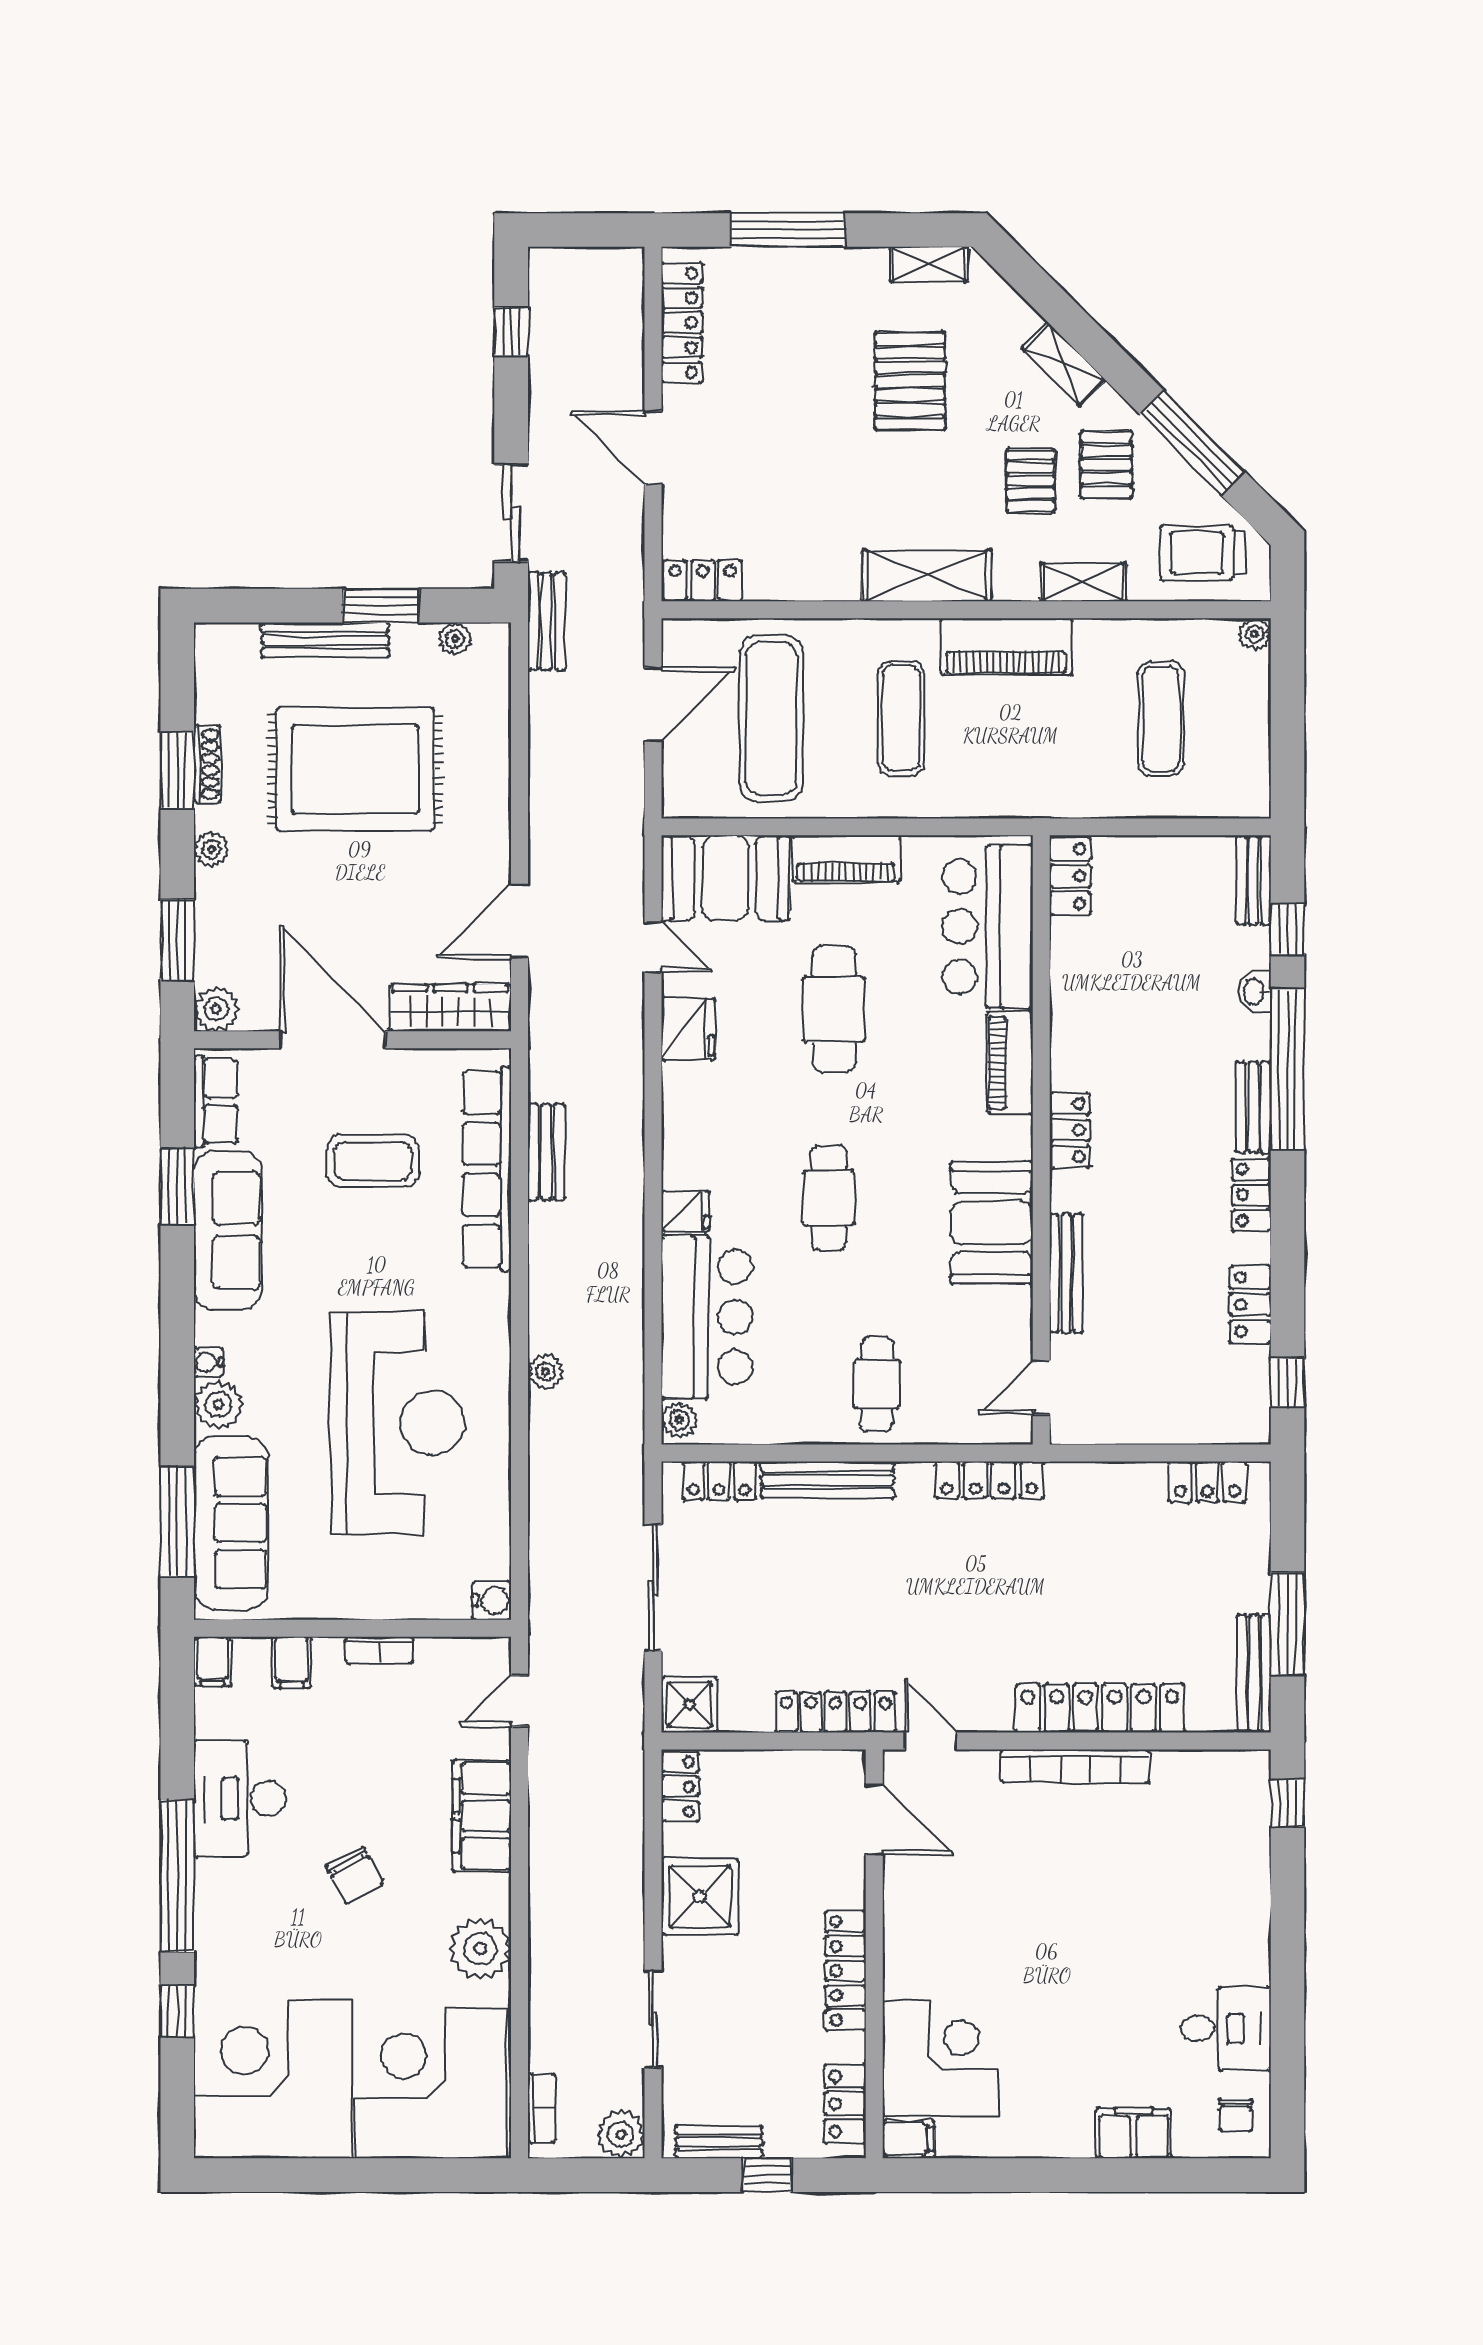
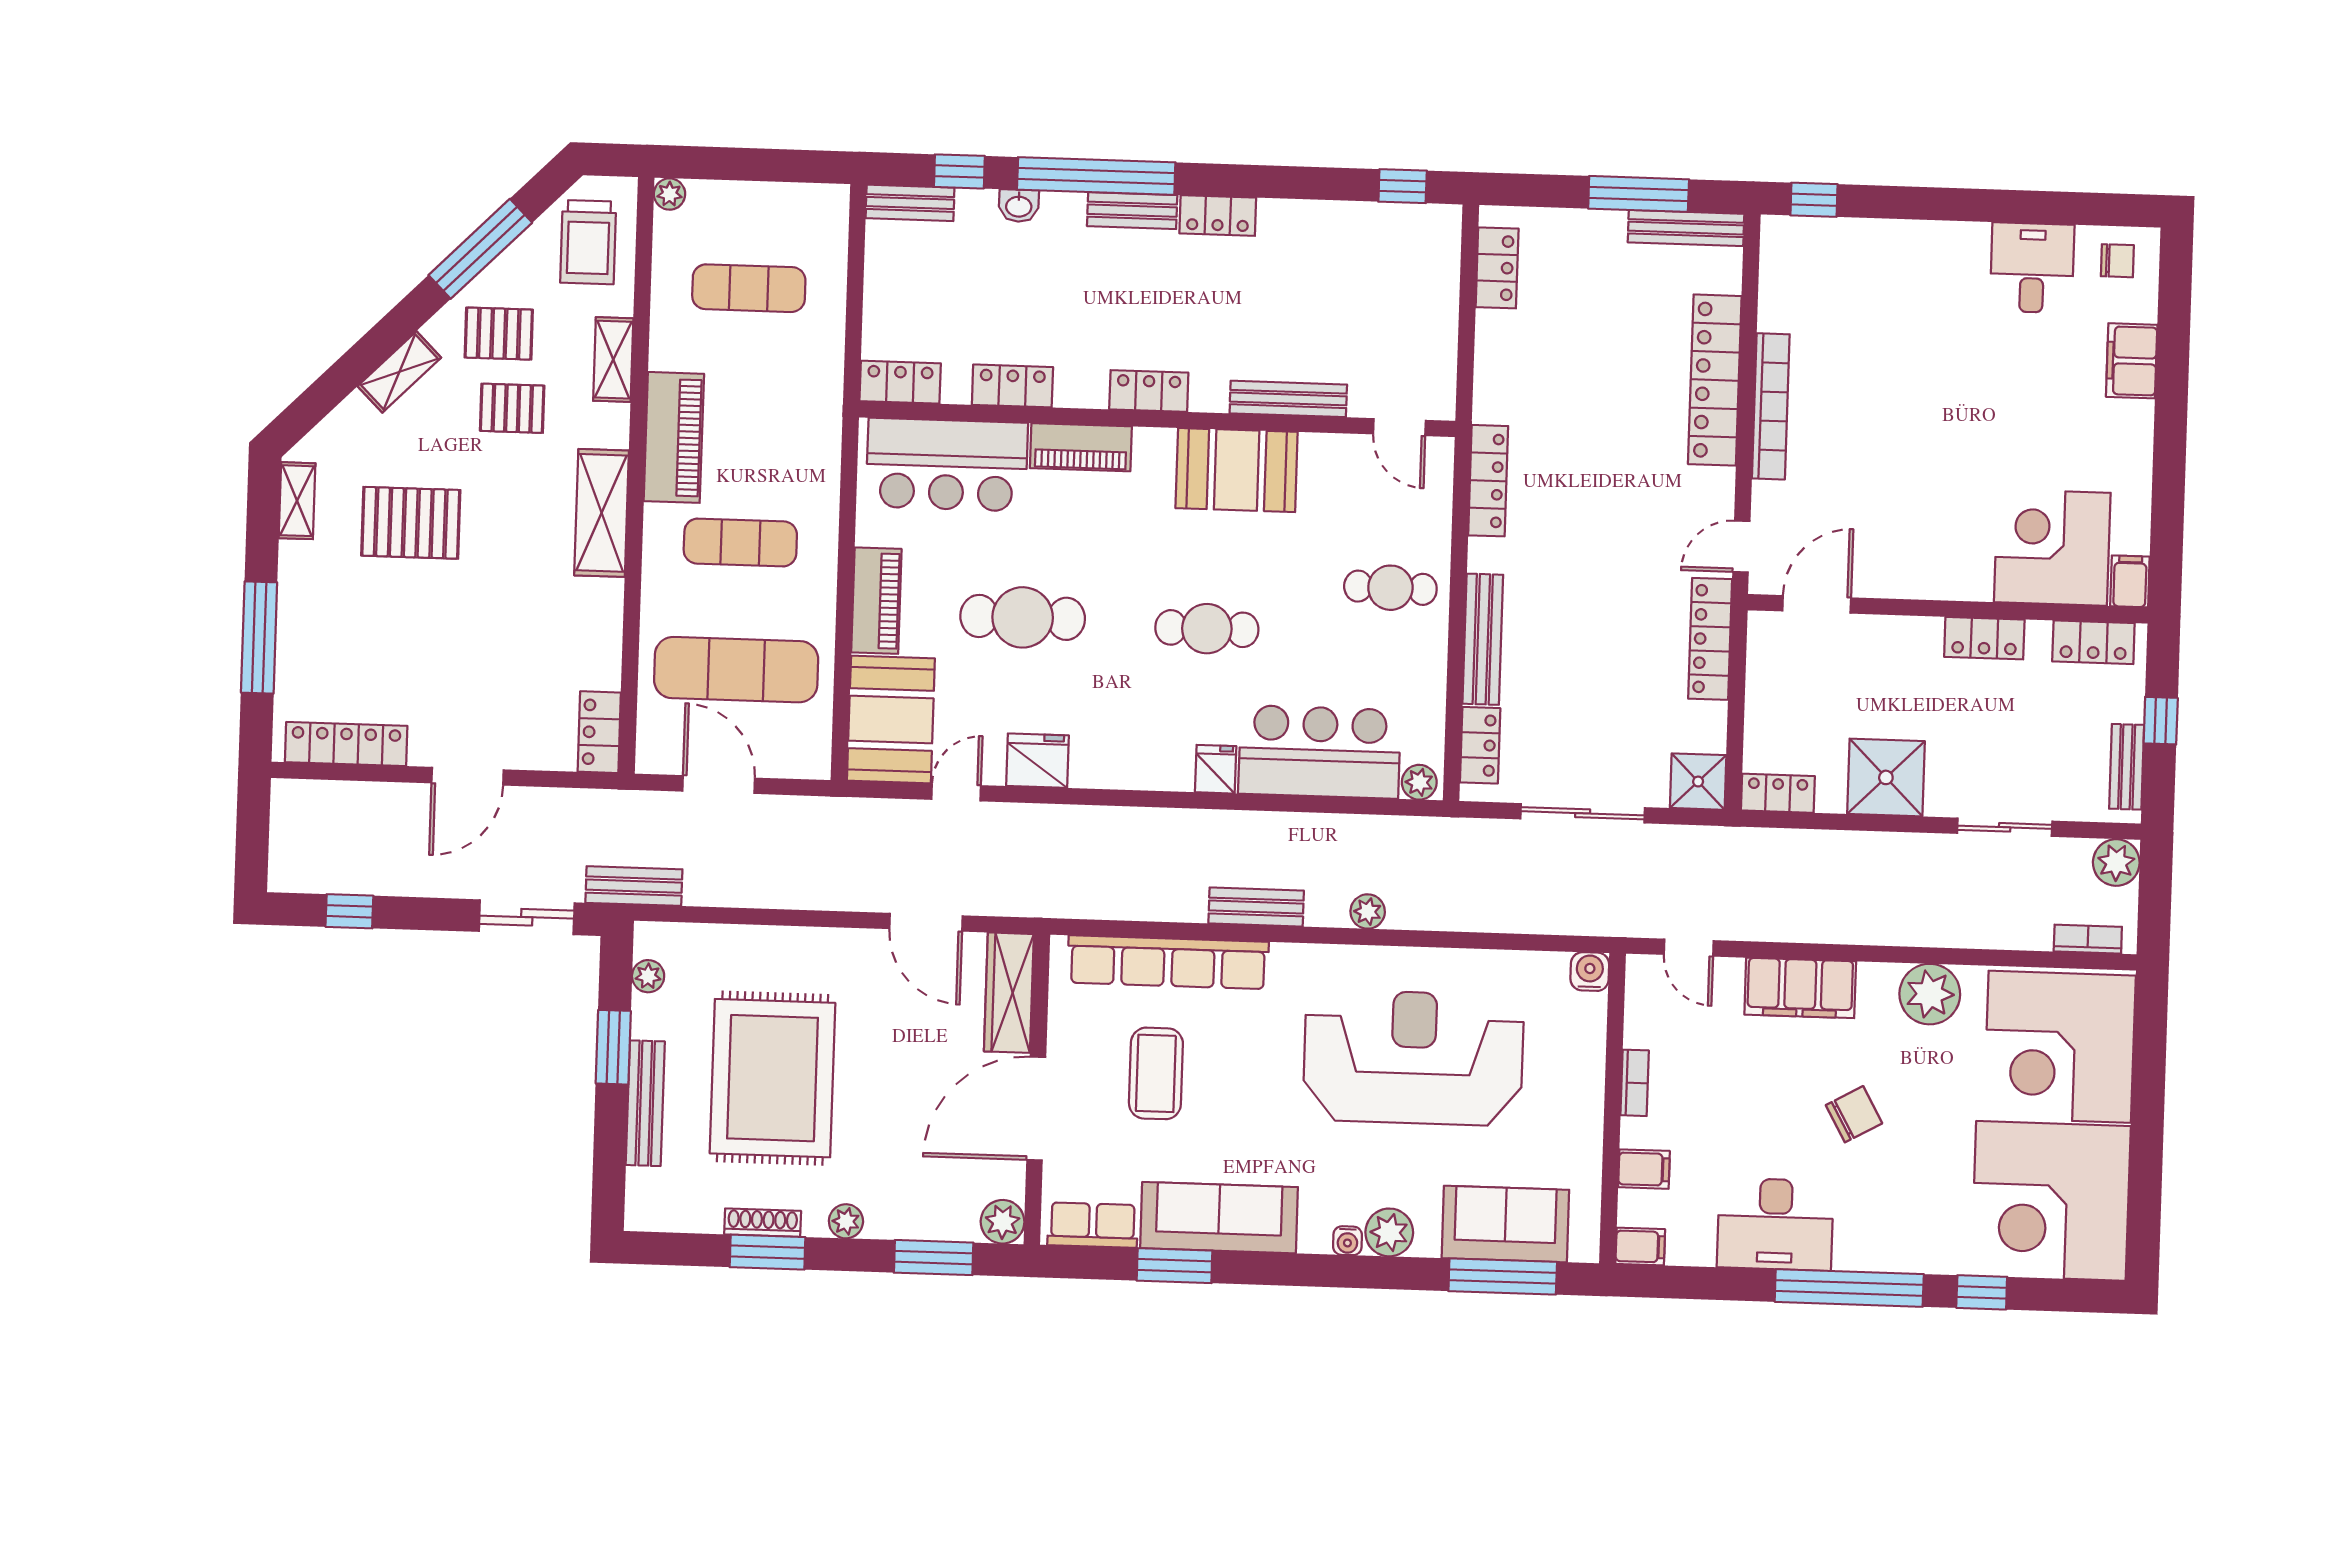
bench: (546, 1152) -> (1256, 907), moved
locker: (1250, 1304) -> (1012, 386), moved, turned 180
sofa: (231, 1523) -> (1505, 1224), width x0.73
locker: (845, 1971) -> (1984, 638), width x0.66

